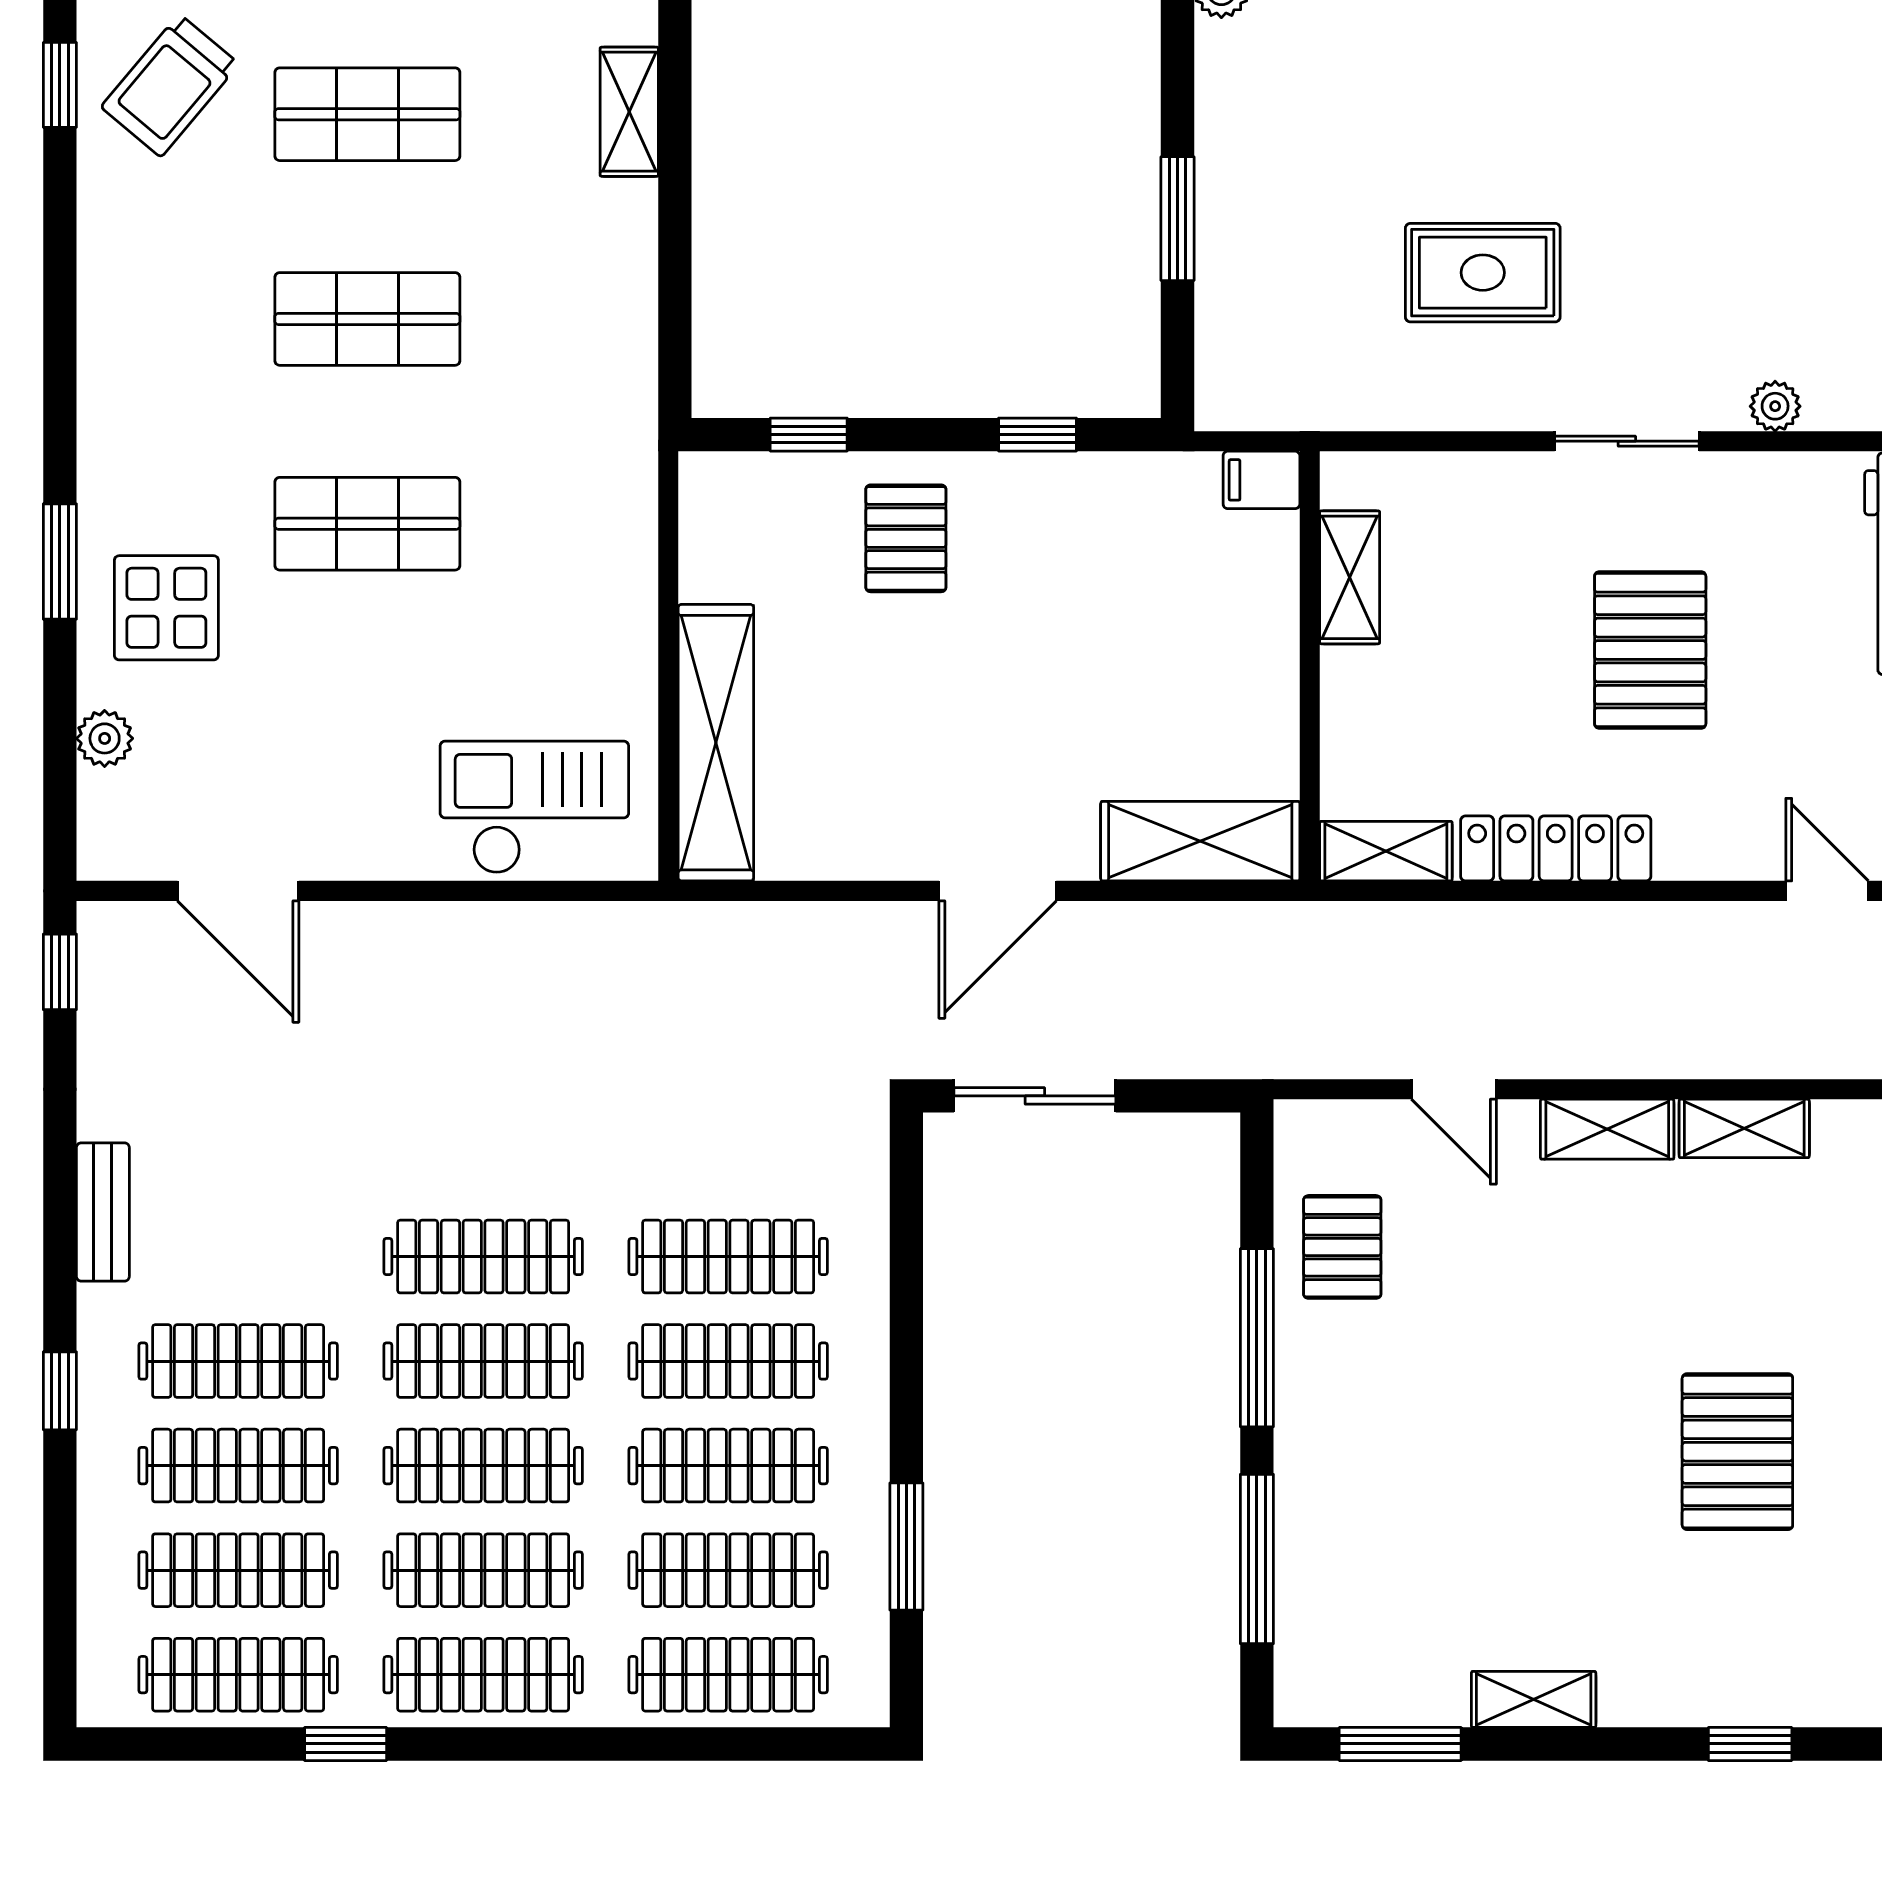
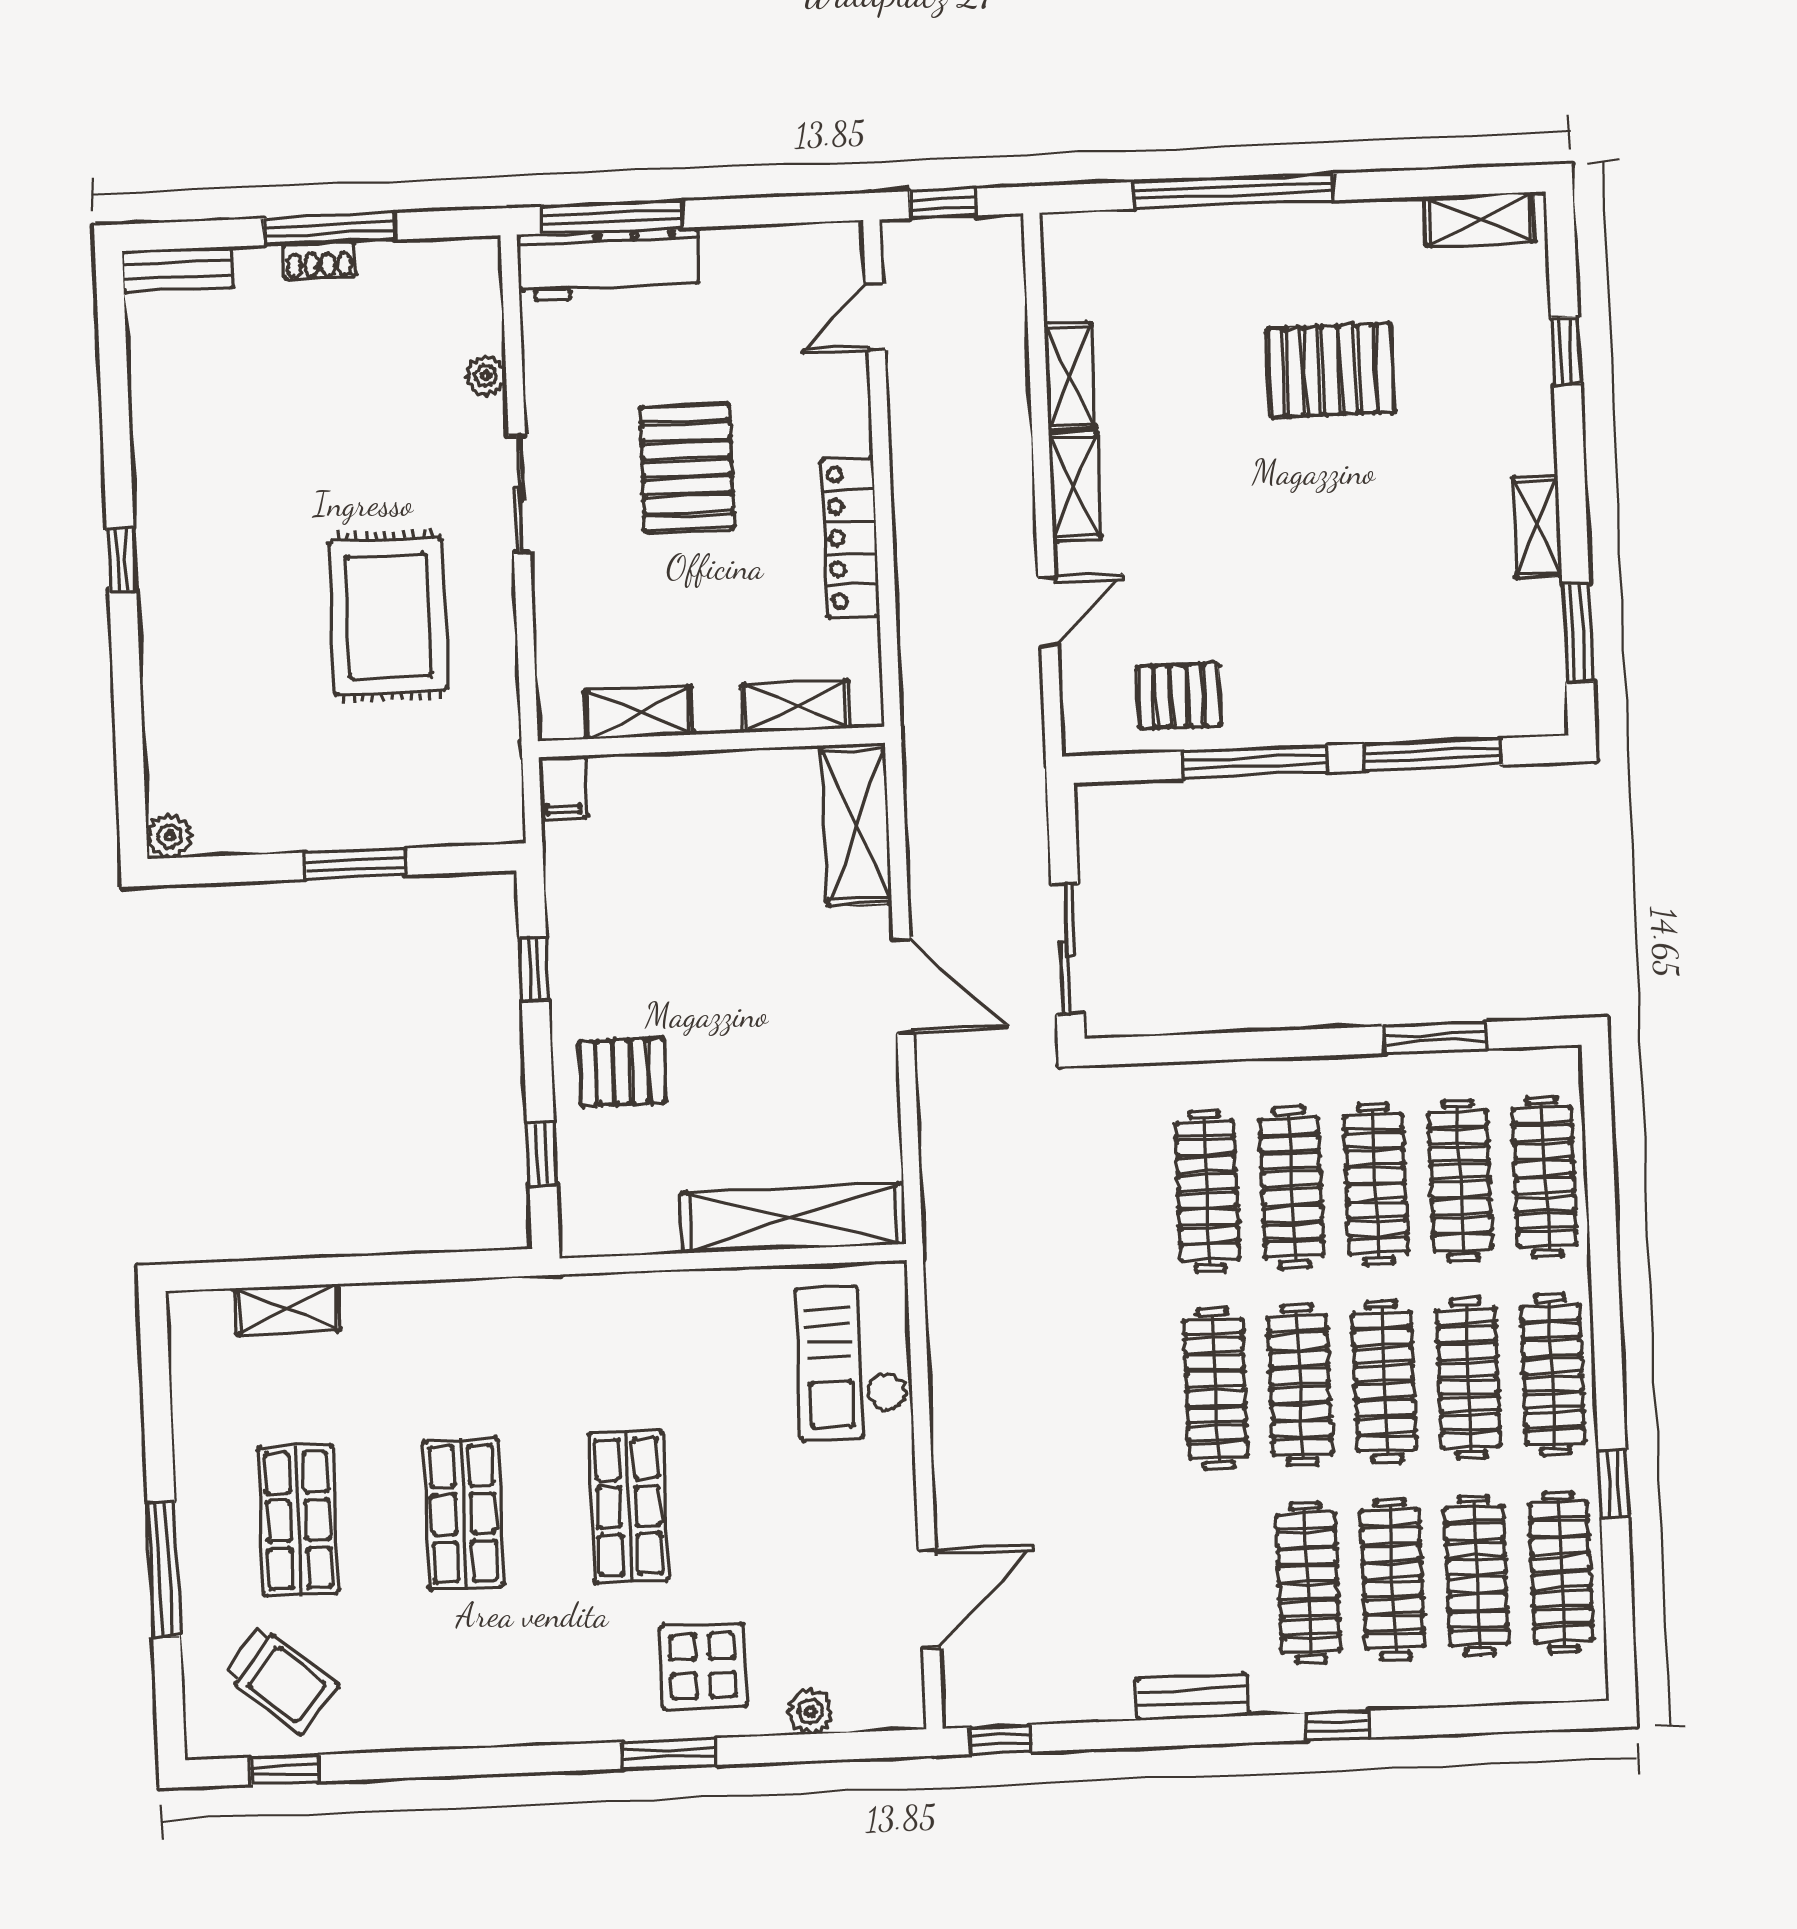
rug: (1483, 273) -> (388, 616), width x1.36, depth x1.43
pallet: (1650, 650) -> (687, 468), turned 90
shelving: (1386, 851) -> (796, 706), moved, turned 90

